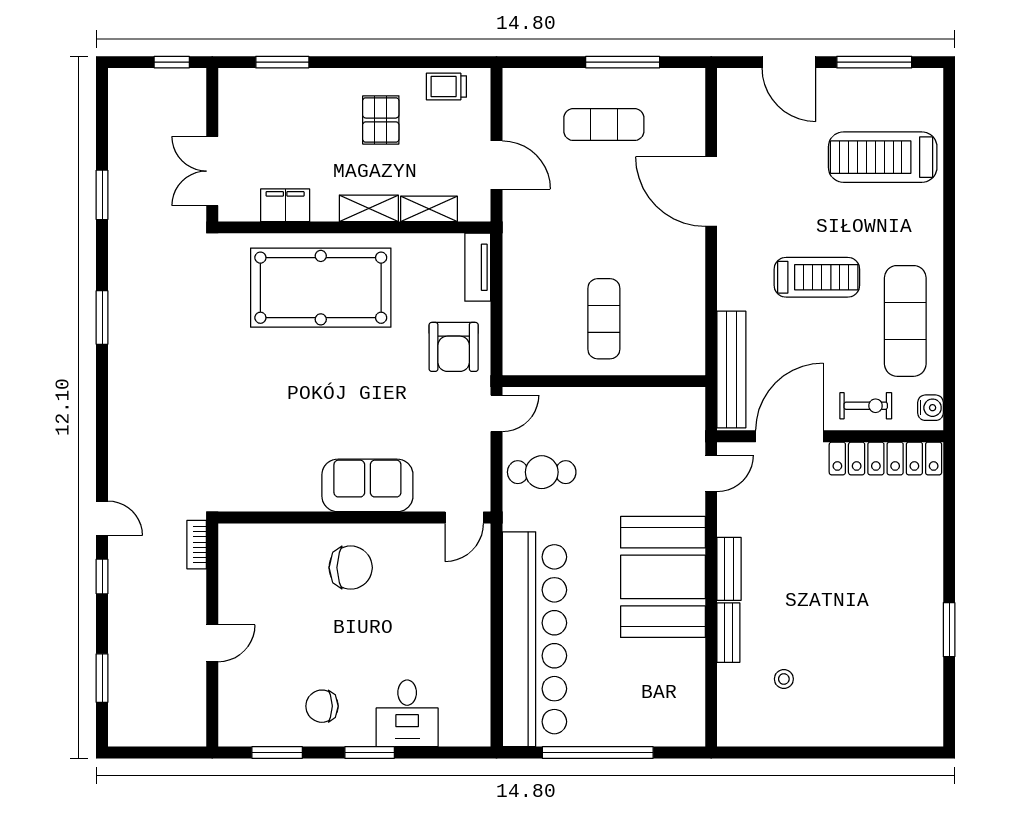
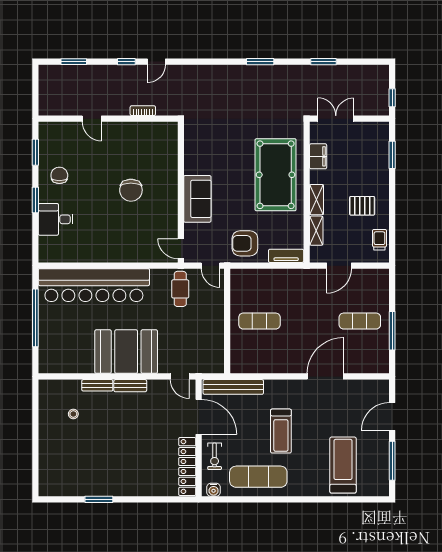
exercise mat: (604, 125) -> (360, 321), turned 90
sofa: (367, 485) -> (197, 199), moved
wall: (354, 518) -> (181, 192), moved
door: (464, 518) -> (181, 249), moved

